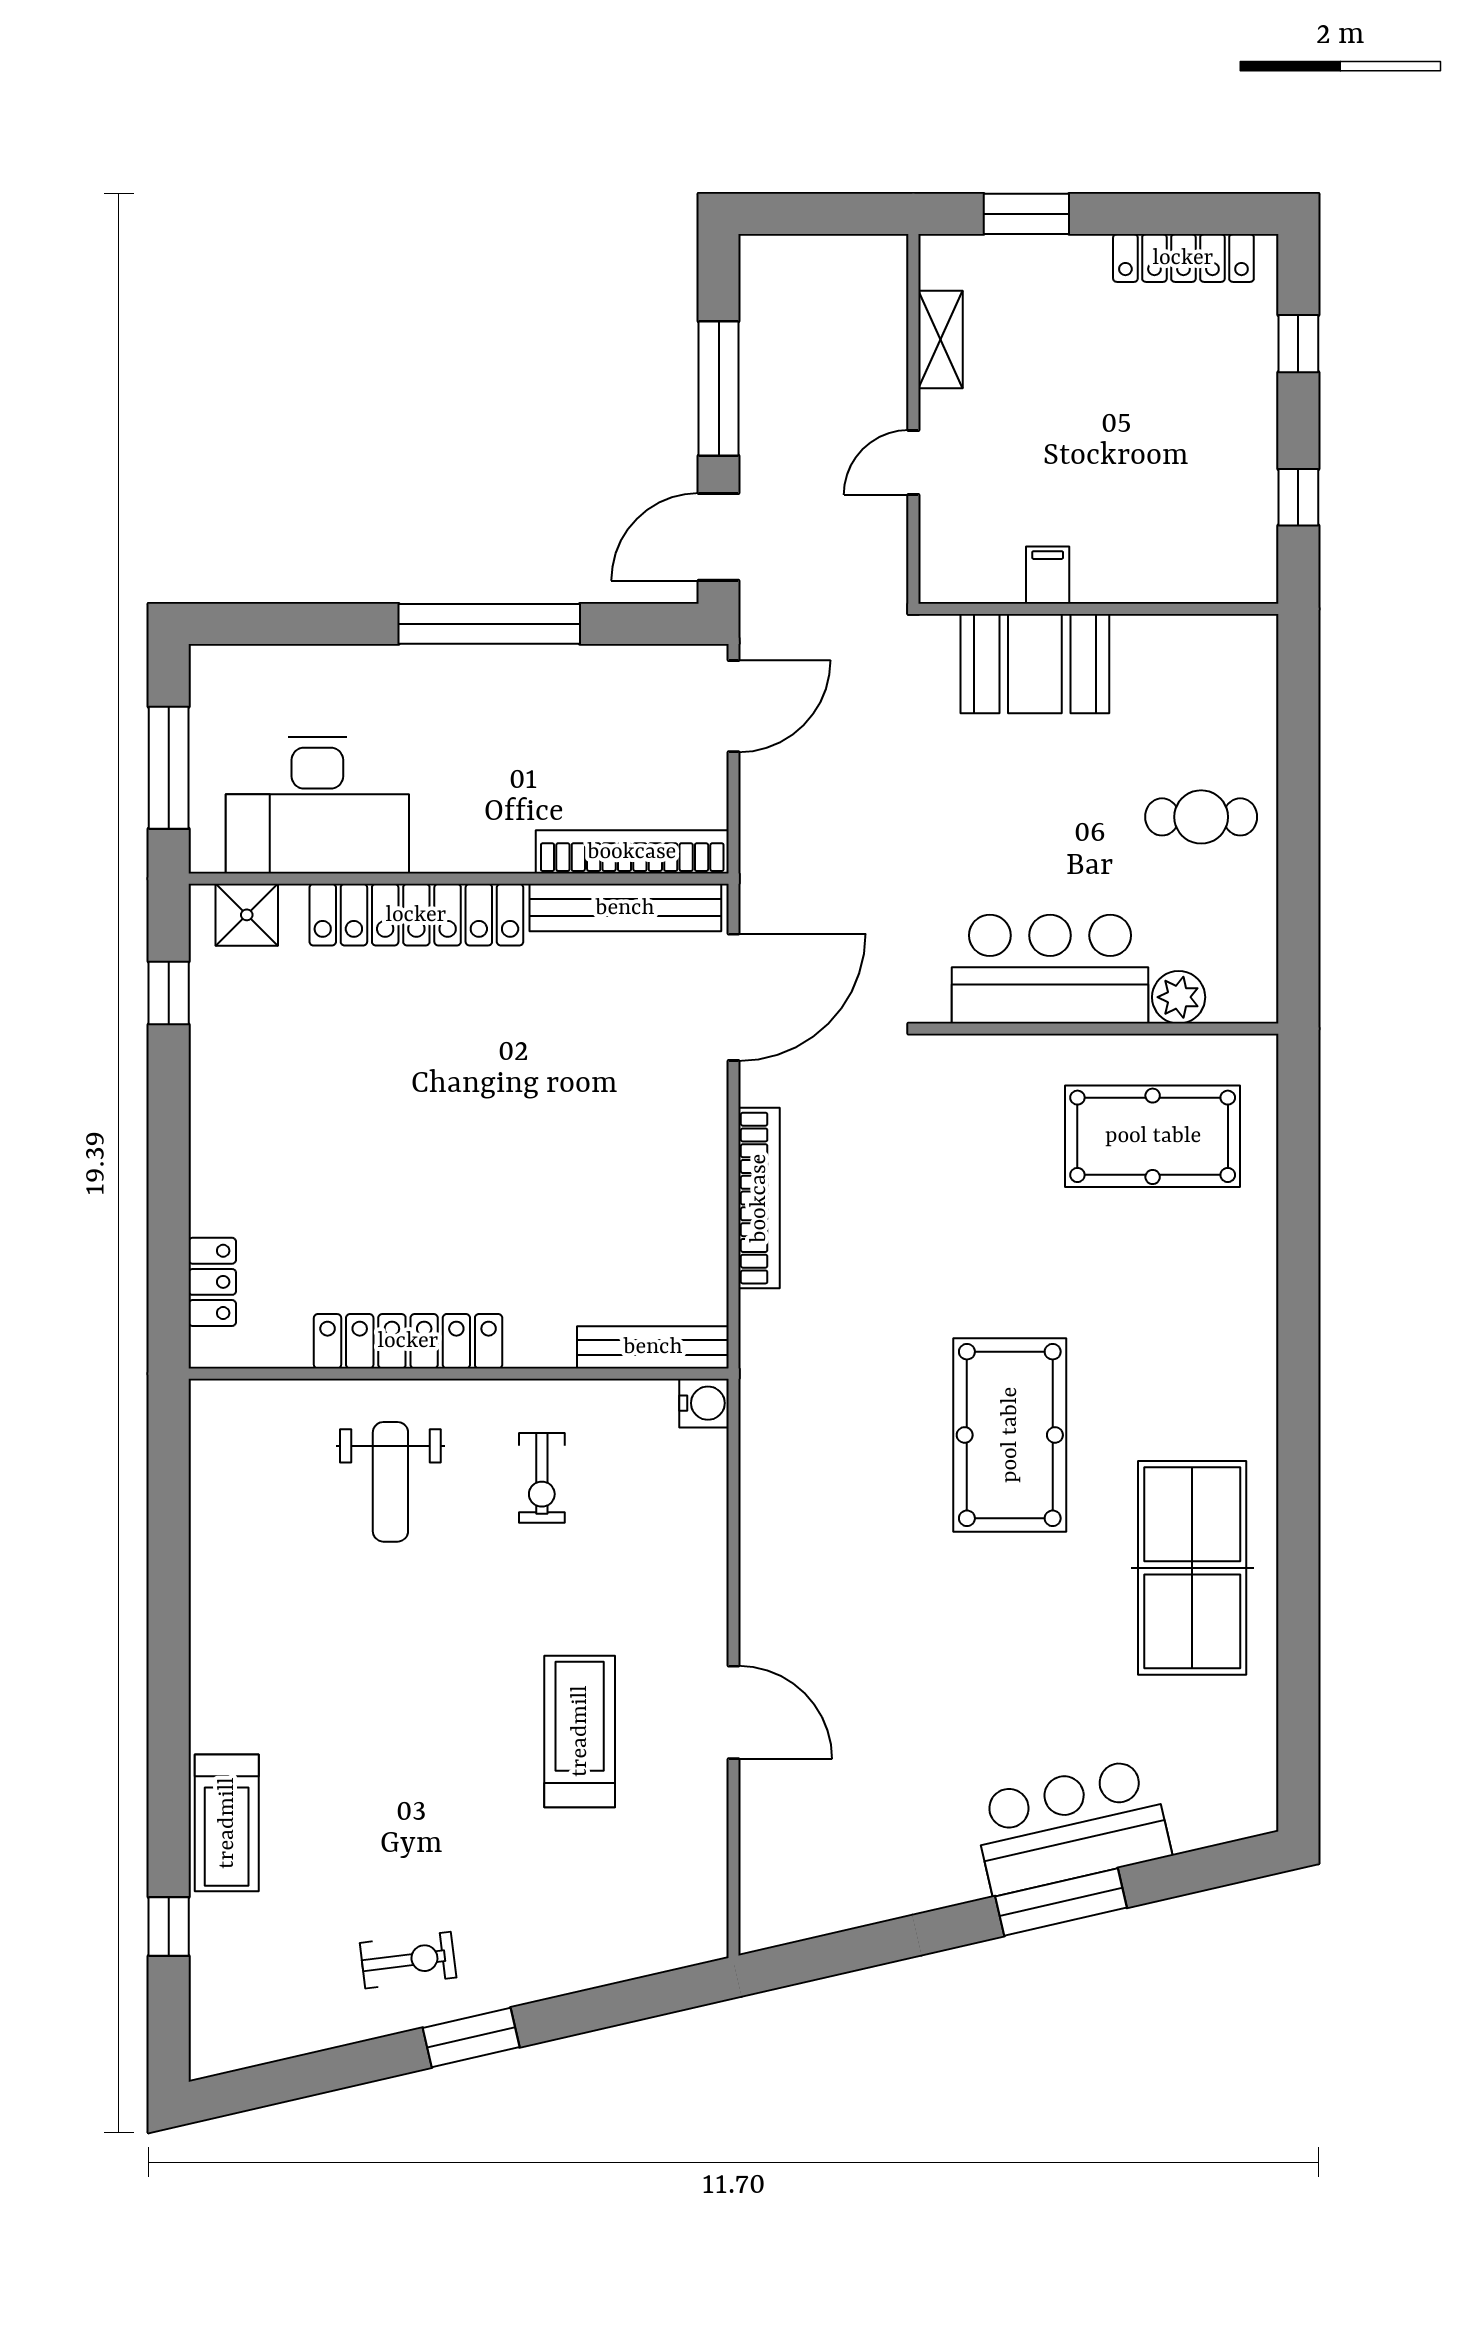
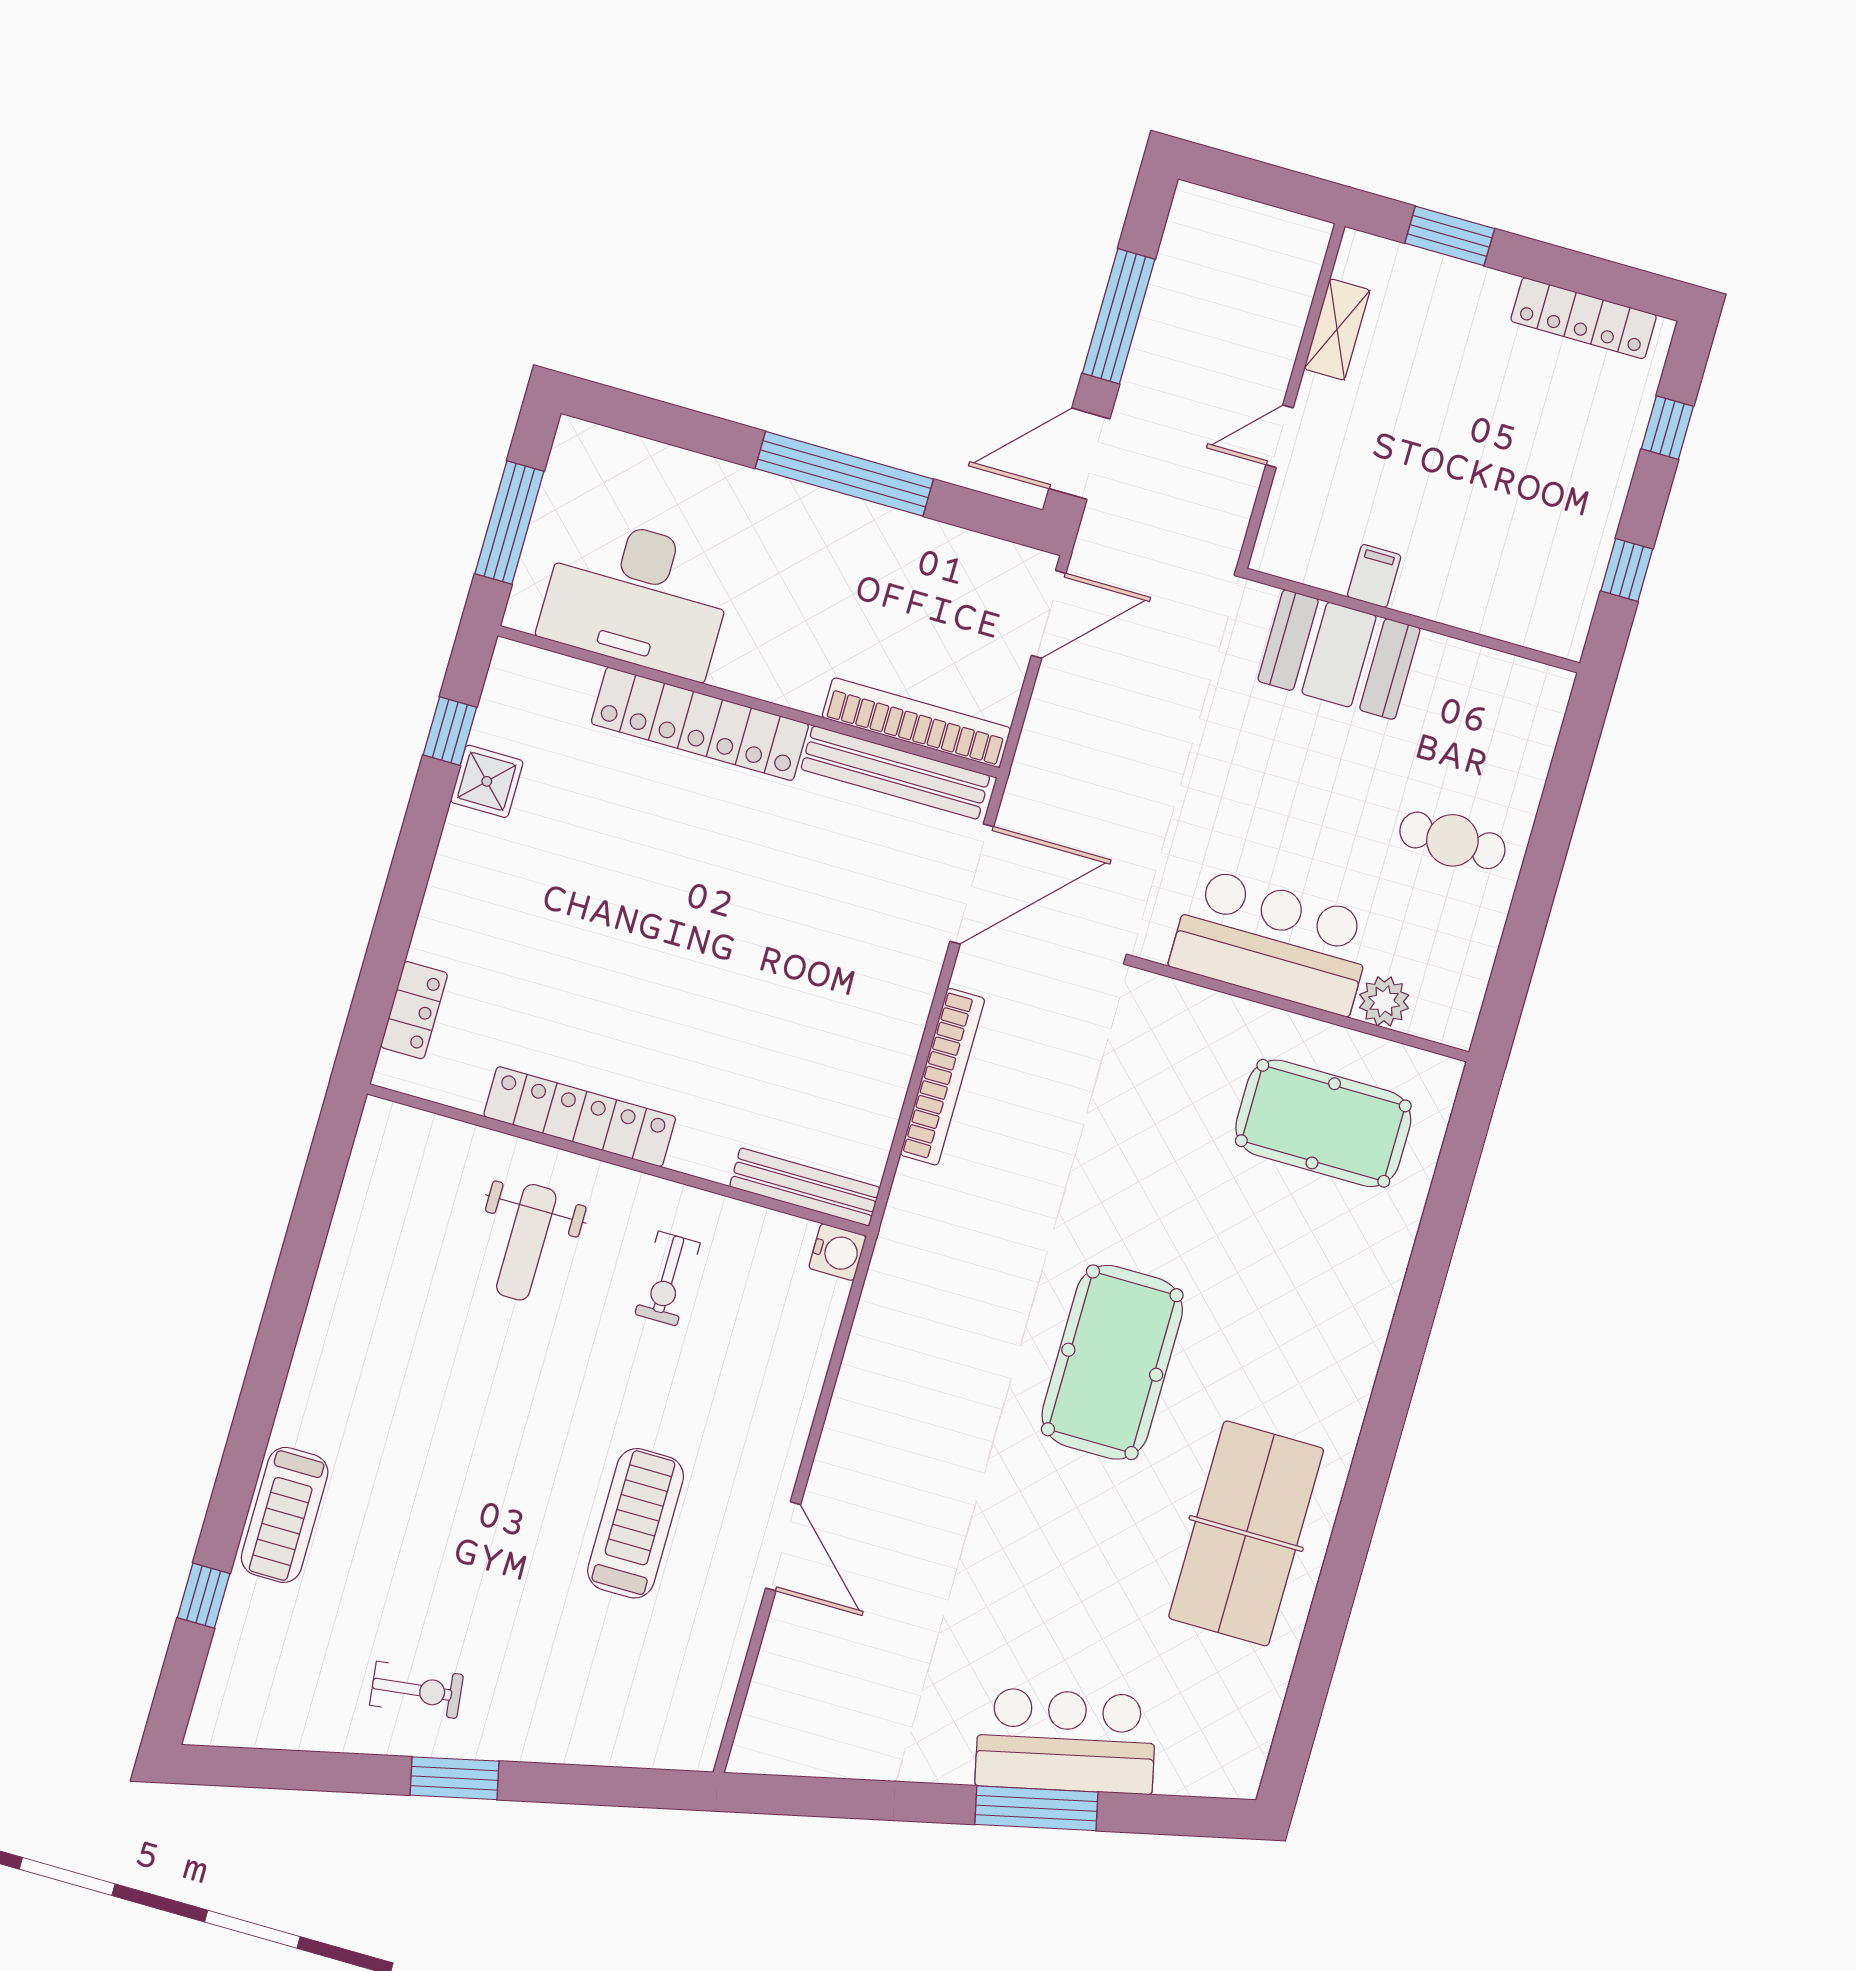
shower: (247, 915) -> (487, 781), moved

